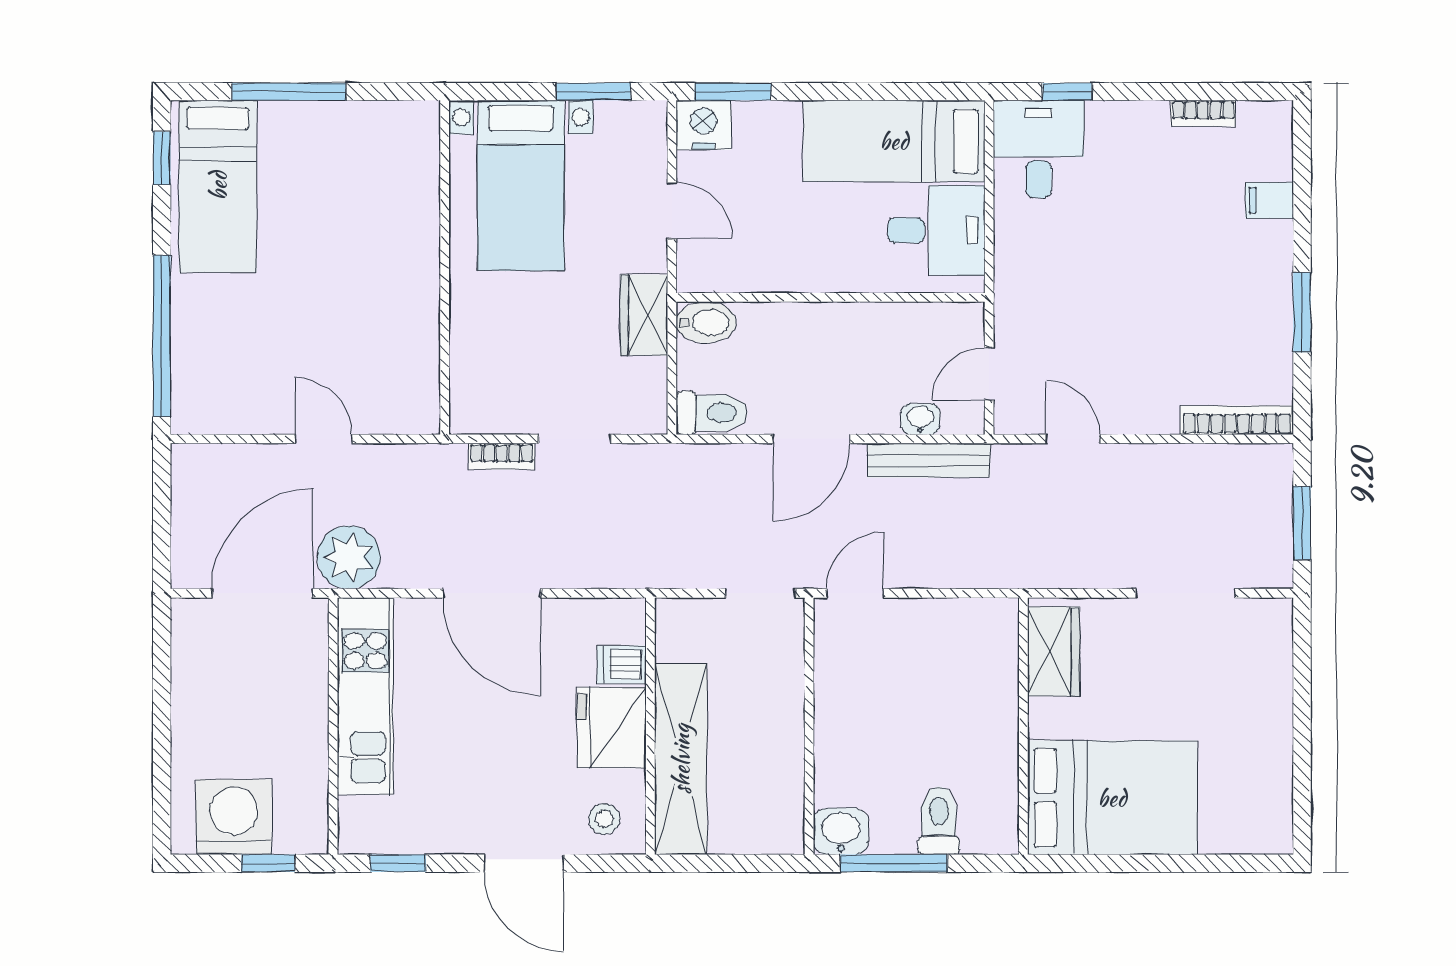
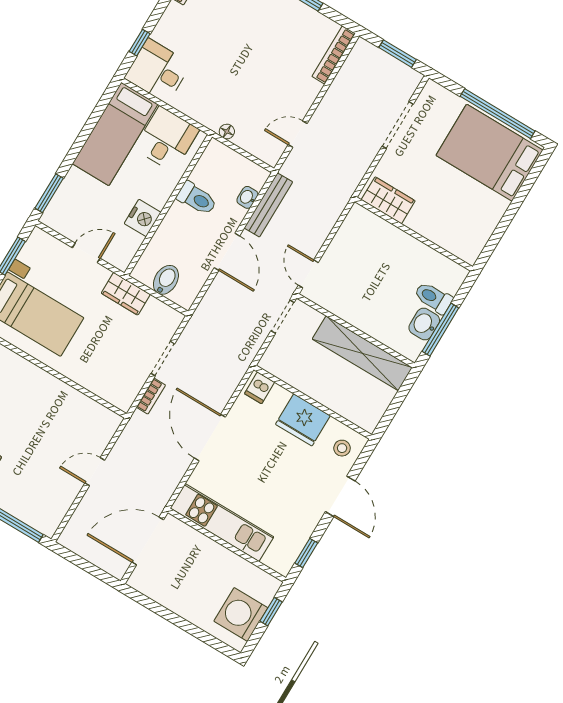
nightstand: (704, 125) -> (143, 218), moved, turned 180
floor lamp: (1008, 321) -> (227, 132), added
bidet: (706, 322) -> (166, 280), moved
door: (989, 374) -> (246, 154), removed
toilet: (712, 413) -> (197, 198), moved, turned 90
plant: (349, 557) -> (155, 492), removed
door: (263, 593) -> (148, 541), hinge flipped
door: (492, 593) -> (210, 438), swing flipped
dishwasher: (622, 665) -> (260, 388), moved
window: (1302, 745) -> (498, 114), added
shelving: (681, 759) -> (362, 353), moved
bed: (1112, 798) -> (490, 153), moved, turned -90
washbasin: (841, 831) -> (424, 324), moved
door: (524, 863) -> (340, 496), hinge flipped

